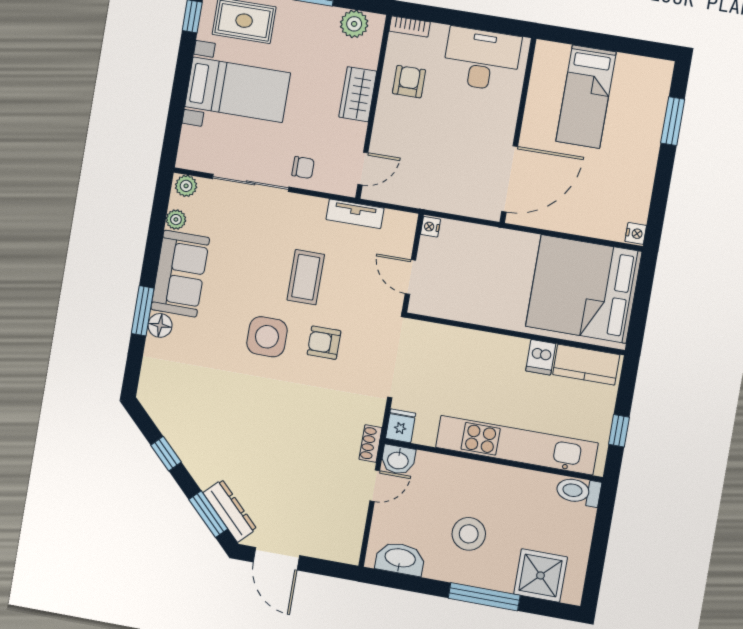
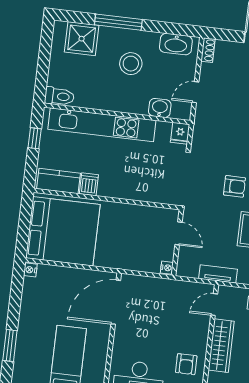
wardrobe: (358, 94) -> (221, 346), width x1.50
shoe rack: (371, 444) -> (208, 50), moved
washbasin: (398, 460) -> (160, 108), moved

